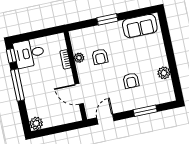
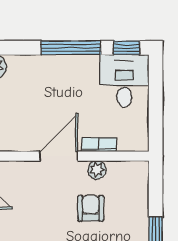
armchair: (100, 57) -> (91, 208), turned 90
door: (79, 94) -> (59, 156), moved

